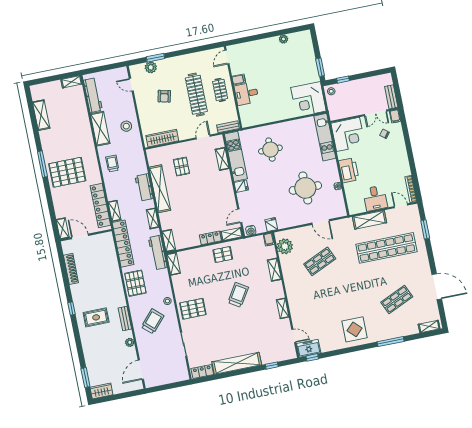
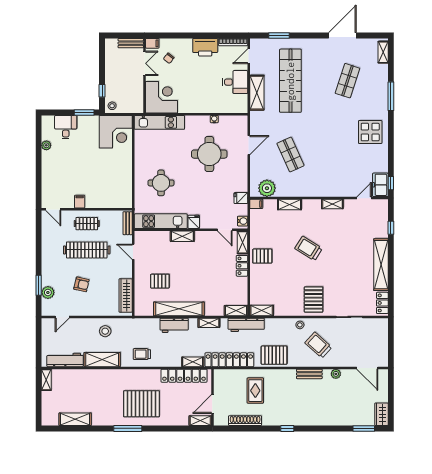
desk: (246, 94) -> (66, 127), moved, turned 180
shelving: (222, 159) -> (182, 236), moved
printer: (349, 170) -> (205, 47), moved, turned 180
pallet: (67, 172) -> (141, 404), turned 90
pallet: (223, 254) -> (262, 256), turned 90
shop shelf: (397, 299) -> (347, 81), turned 42
rug: (96, 317) -> (255, 391), moved

